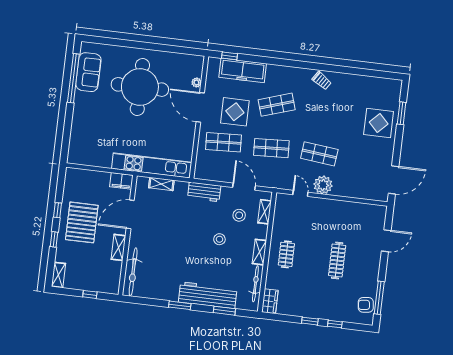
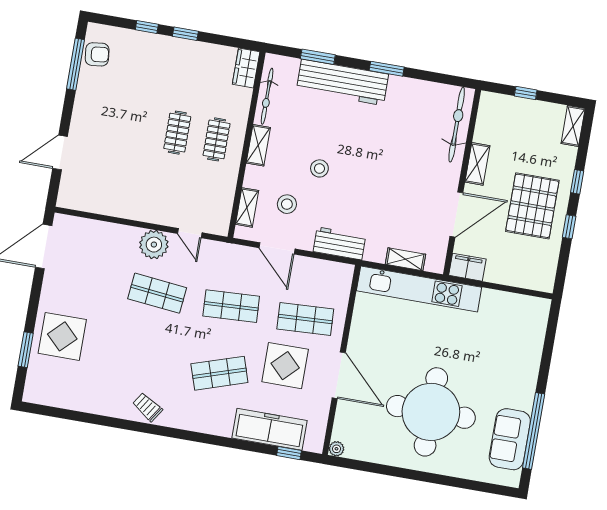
plant: (196, 83) -> (337, 449), moved
clothes rail: (337, 260) -> (177, 133), moved, width x0.73

